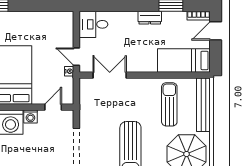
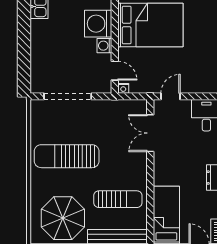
nightstand: (69, 71) -> (123, 88), moved
double door: (110, 75) -> (150, 133), swing flipped

